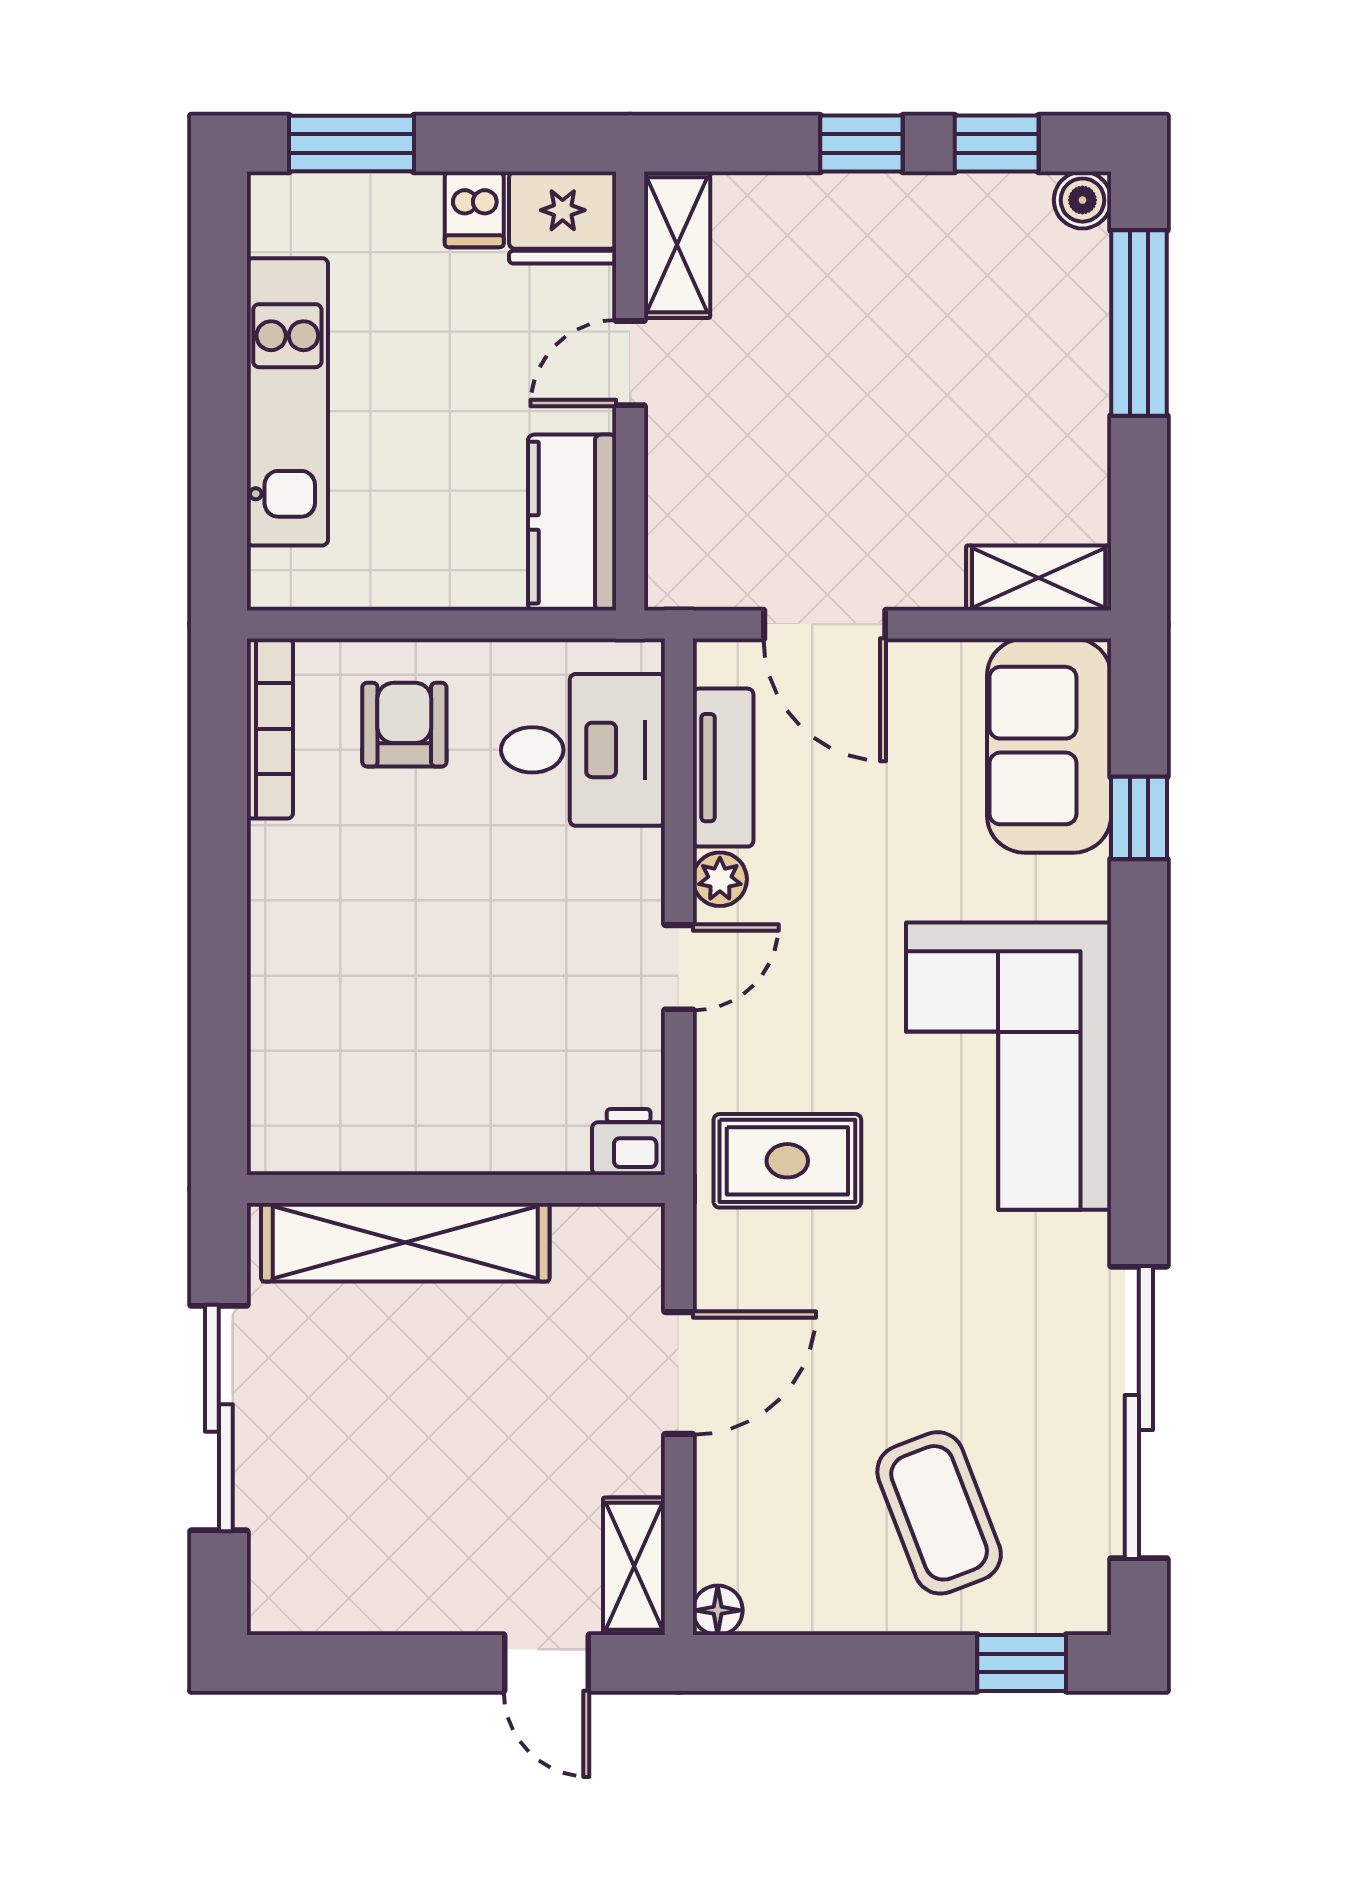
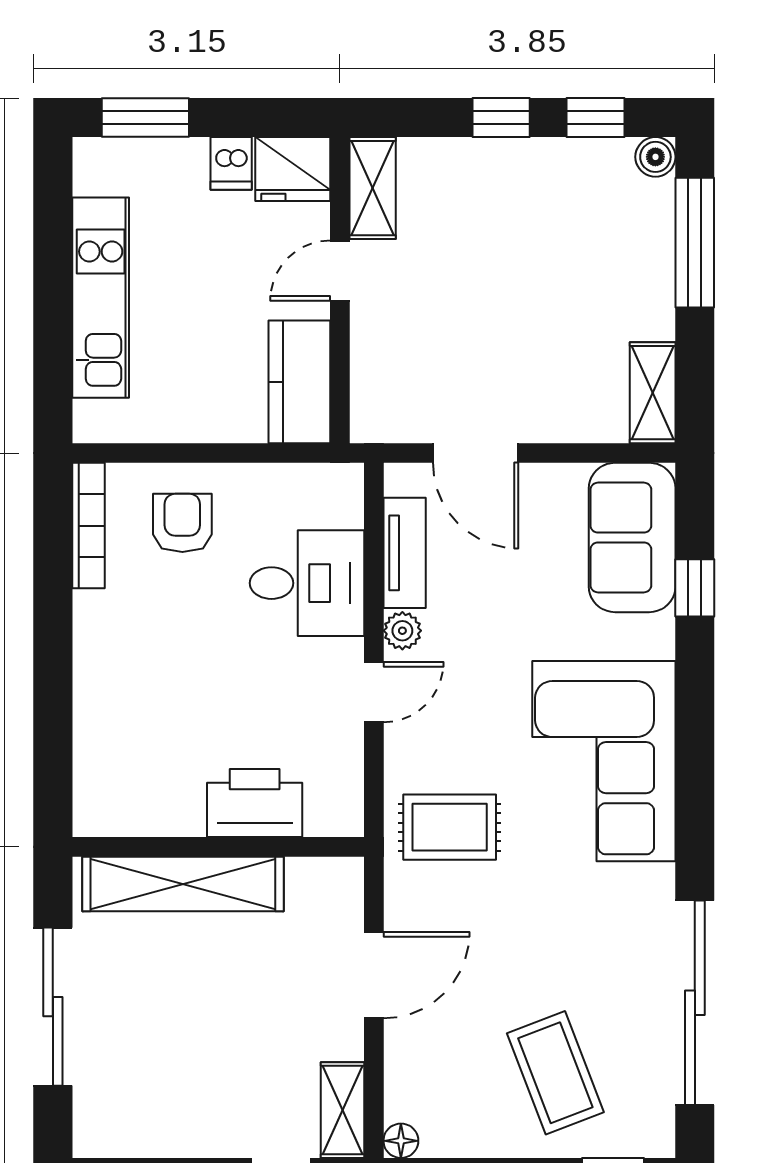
shelving: (1039, 578) -> (653, 393), moved, turned 90
desk: (583, 750) -> (307, 583), moved
printer: (629, 1142) -> (255, 803), moved, width x1.87, depth x1.48

